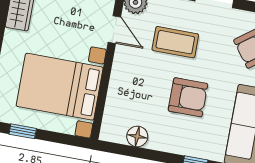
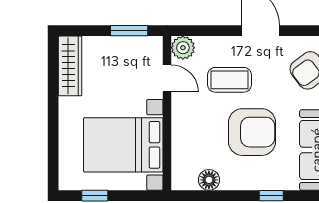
armchair: (188, 97) -> (252, 132), width x1.36, depth x1.36

